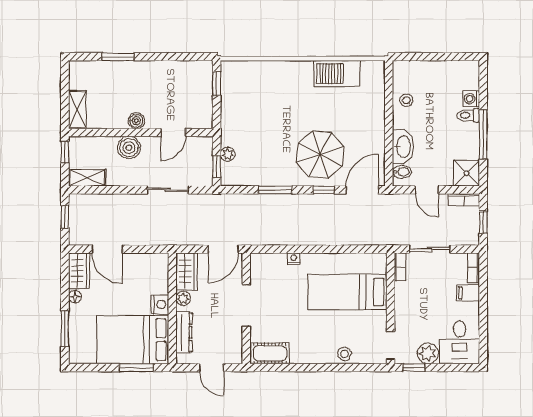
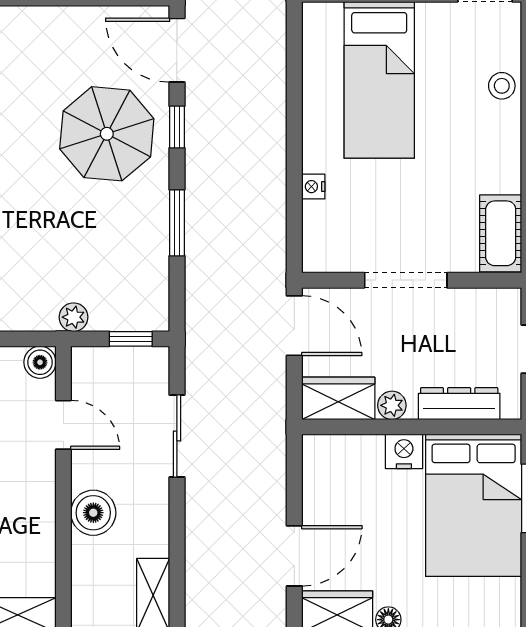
boiler: (136, 121) -> (40, 362), moved
plant: (228, 154) -> (73, 317), moved

